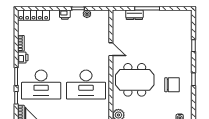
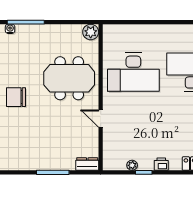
dresser: (134, 15) -> (87, 164), moved
desk: (86, 85) -> (133, 72), turned 180
chair: (172, 85) -> (16, 97), moved

